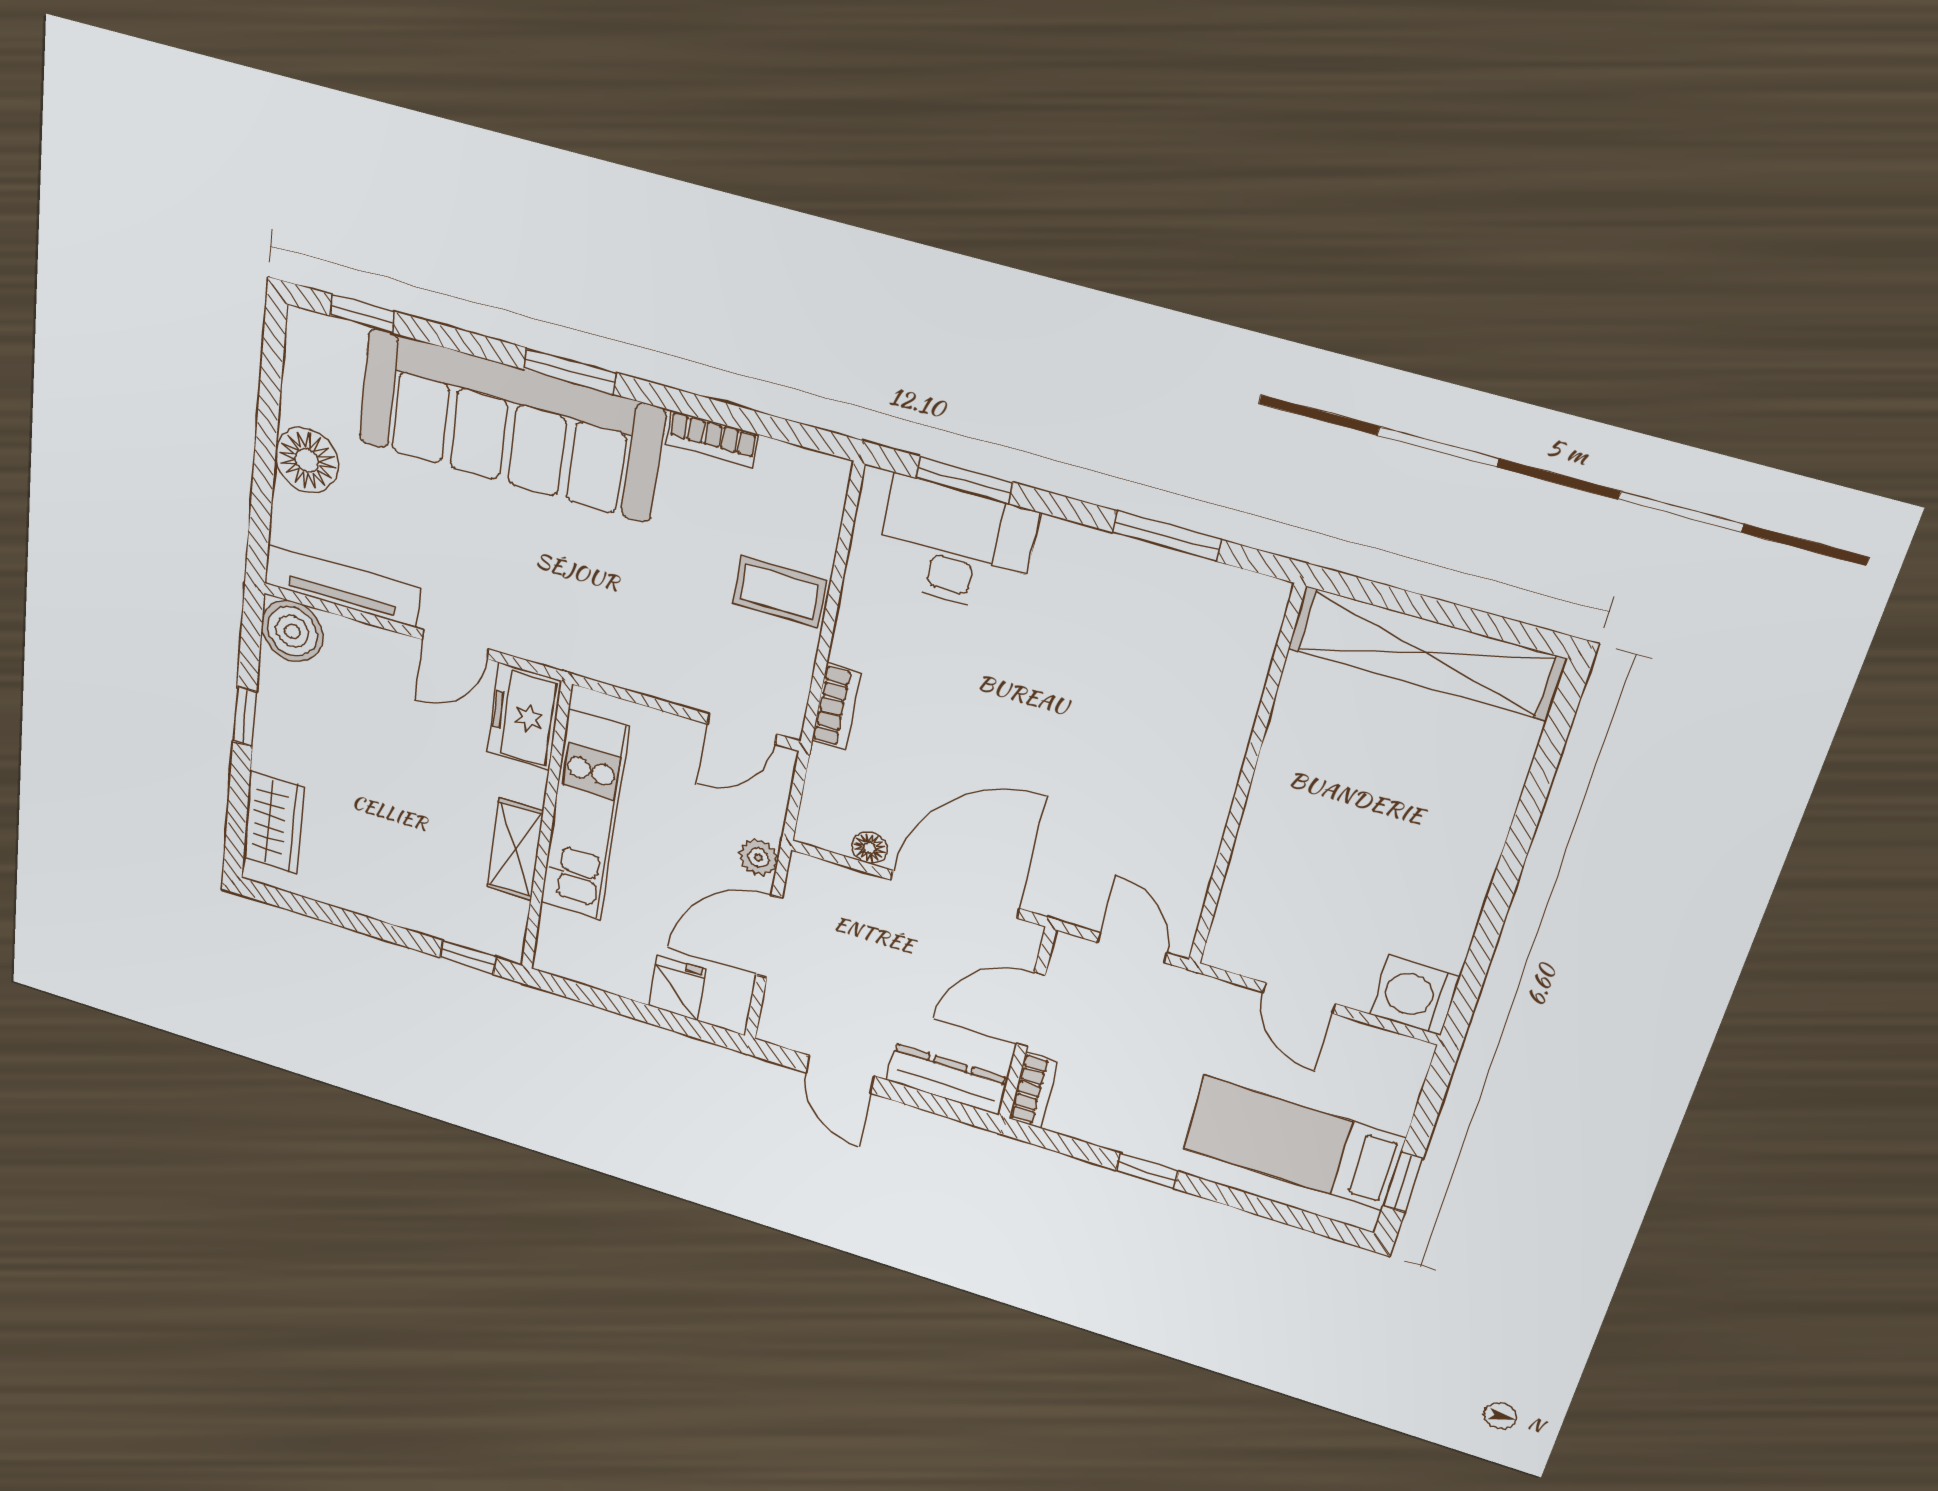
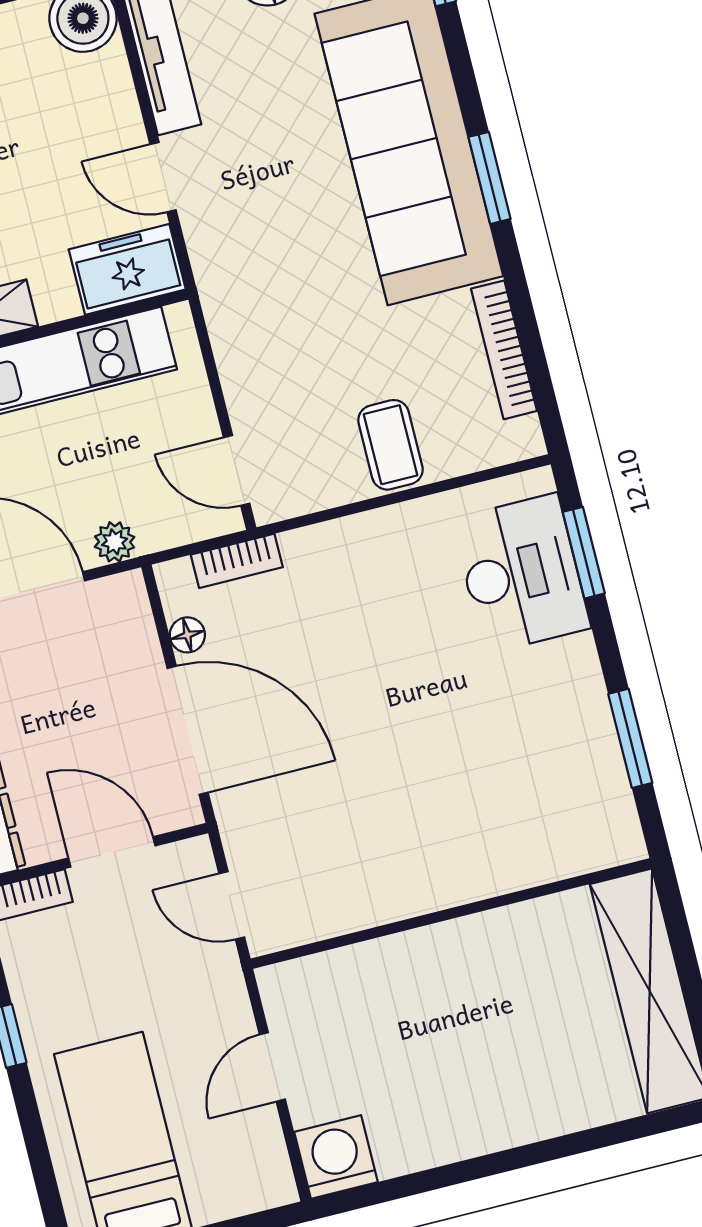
bookcase: (712, 439) -> (504, 350), width x1.56
bookcase: (836, 707) -> (237, 561), moved
door: (1132, 948) -> (232, 905), swing flipped

